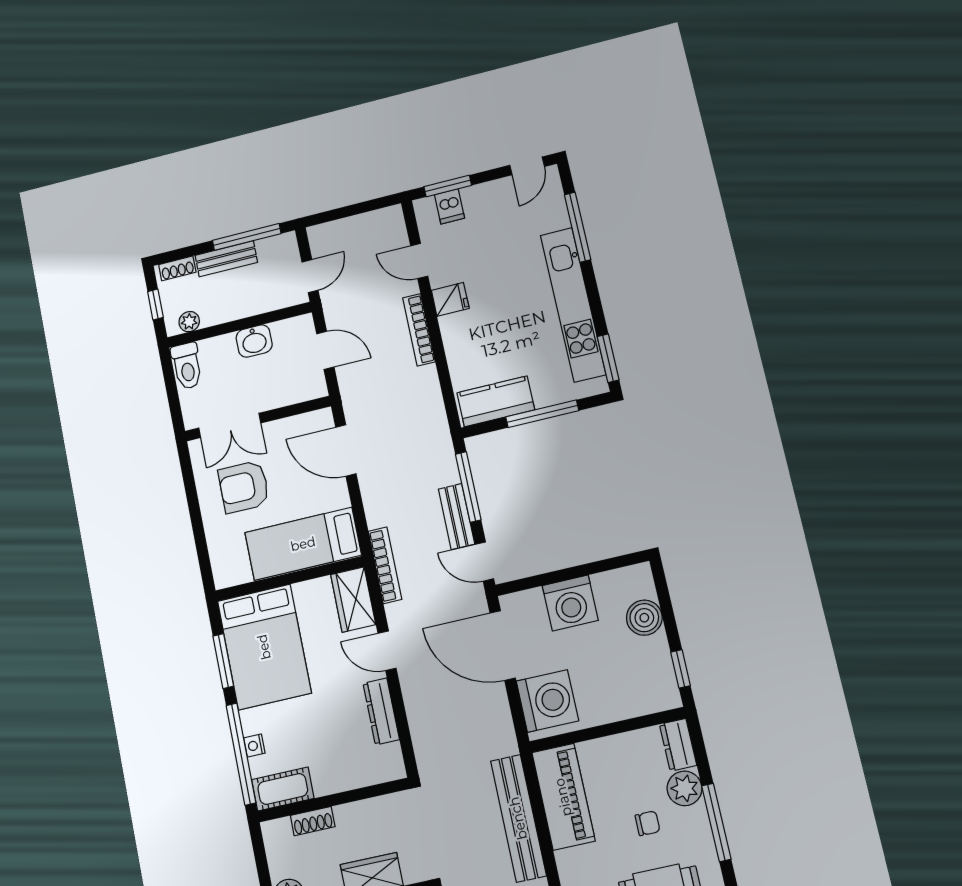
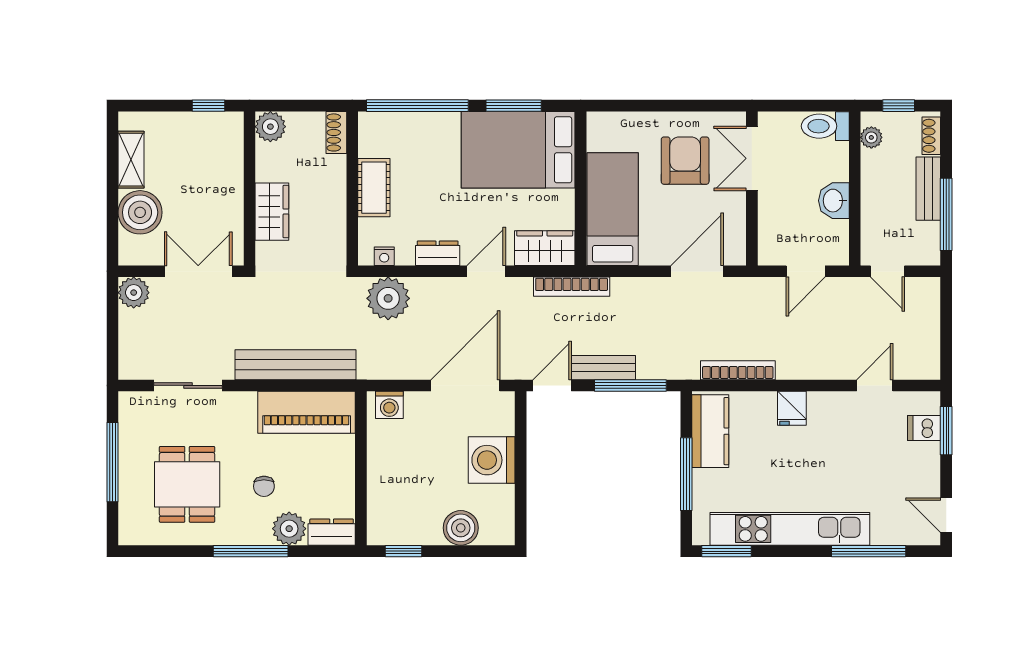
fridge: (450, 299) -> (792, 408), moved
bookcase: (419, 330) -> (738, 370), moved
washing machine: (547, 701) -> (389, 405), width x0.53, depth x0.53
dresser: (381, 711) -> (438, 253), width x0.70
plant: (433, 741) -> (388, 298), added
nightstand: (254, 746) -> (384, 256), moved, turned 180
cot: (283, 789) -> (374, 188), moved
shoe rack: (313, 821) -> (336, 132), moved

